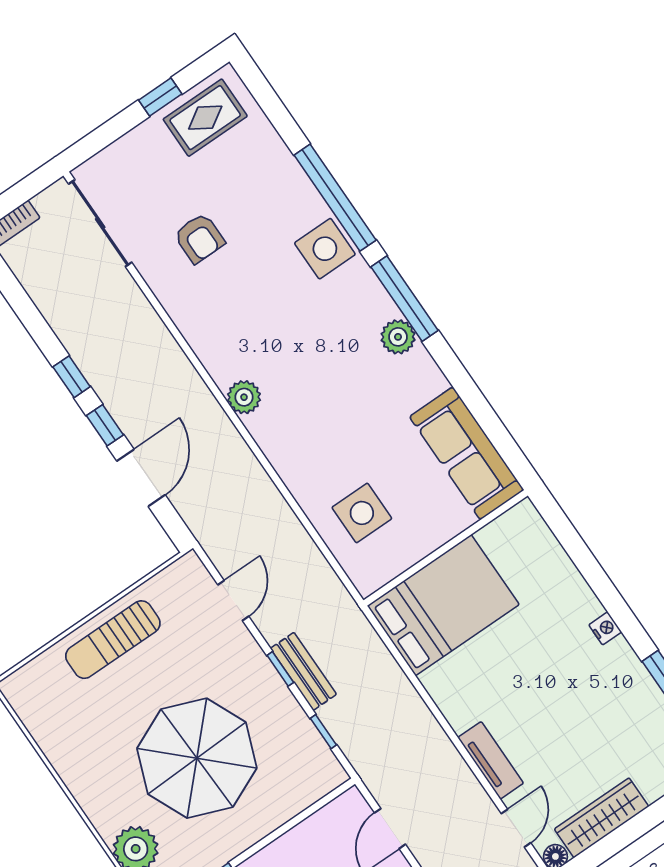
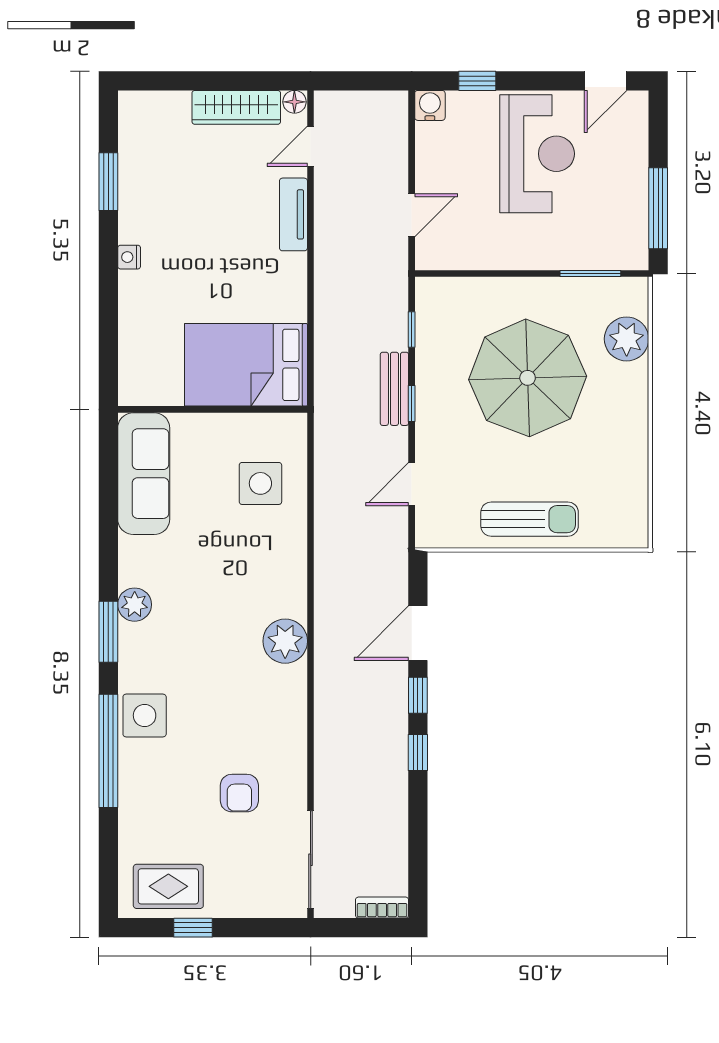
armchair: (199, 238) -> (239, 793), turned 180
window: (404, 299) -> (108, 632), width x0.69
plant: (244, 397) -> (285, 641), width x1.36, depth x1.36

